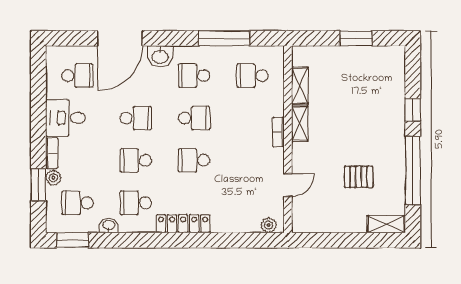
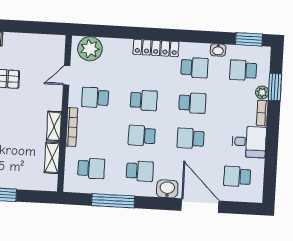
door: (120, 38) -> (200, 206), hinge flipped
bookcase: (278, 132) -> (72, 127), width x1.56
school desk: (252, 160) -> (95, 98), added
school desk: (77, 203) -> (243, 70), turned 180
plant: (269, 225) -> (90, 49), width x1.87, depth x1.87

